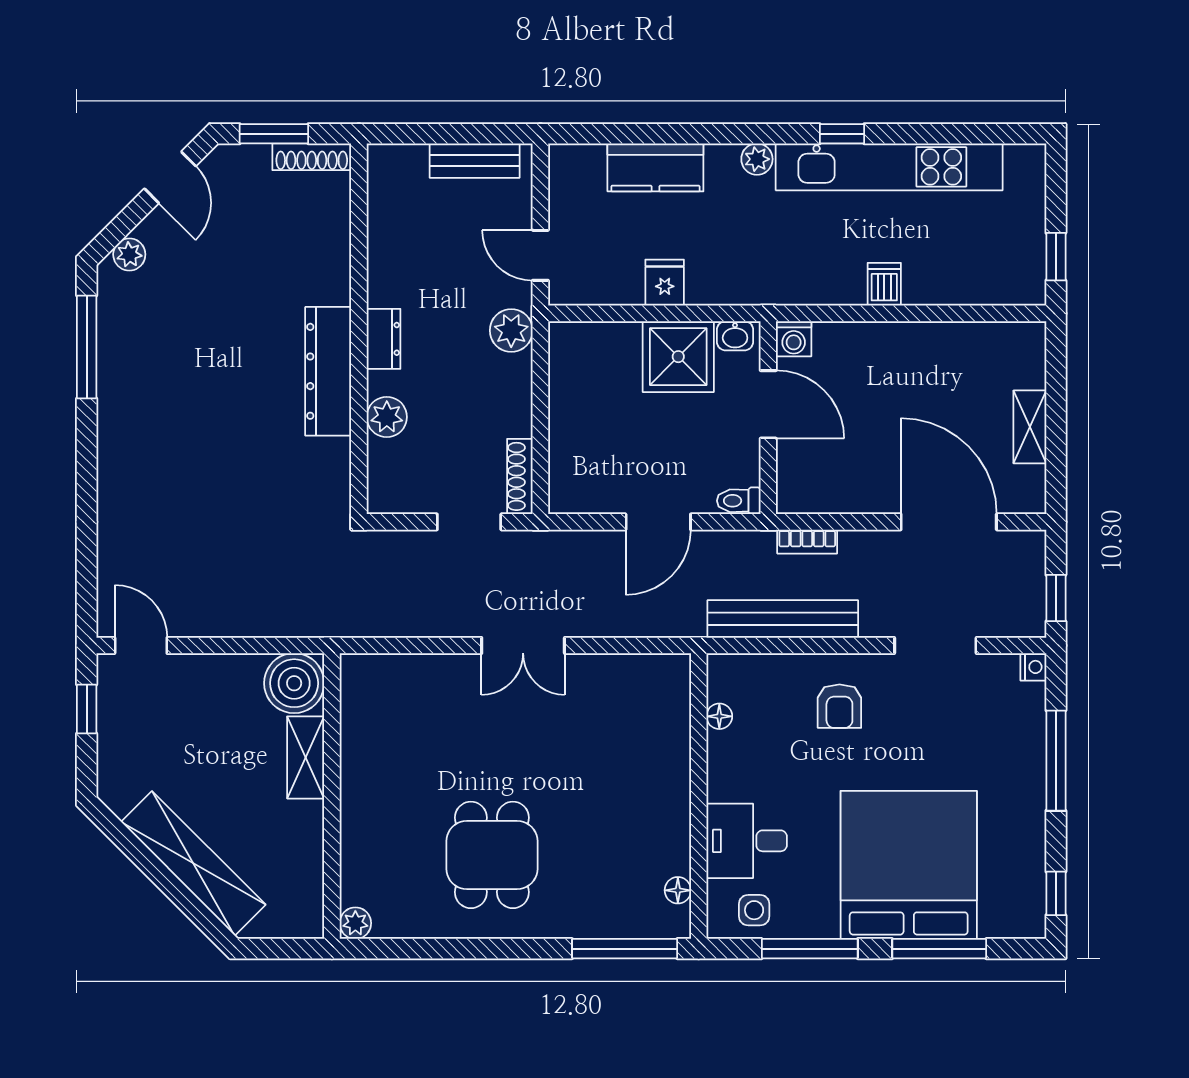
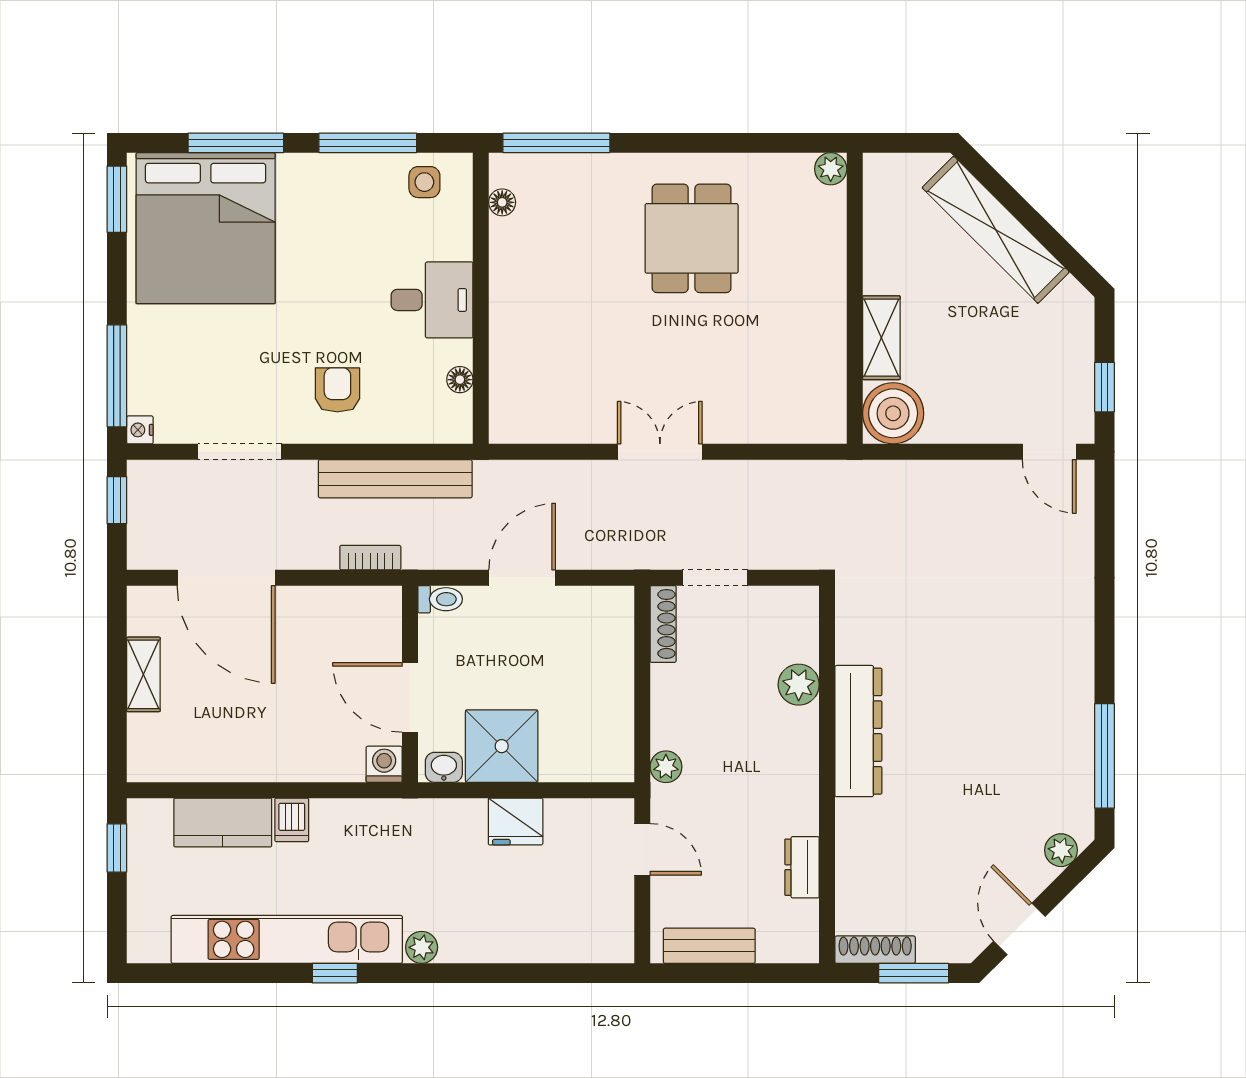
kitchen counter: (655, 167) -> (223, 822), moved, turned 180
fridge: (665, 283) -> (516, 821), width x1.38
plant: (511, 330) -> (666, 767), width x0.73, depth x0.73
dresser: (384, 339) -> (802, 867), moved
window: (1056, 761) -> (117, 376), moved
desk: (747, 841) -> (432, 300), moved
bed: (909, 865) -> (206, 228), moved
window: (1056, 893) -> (117, 199), width x1.50

